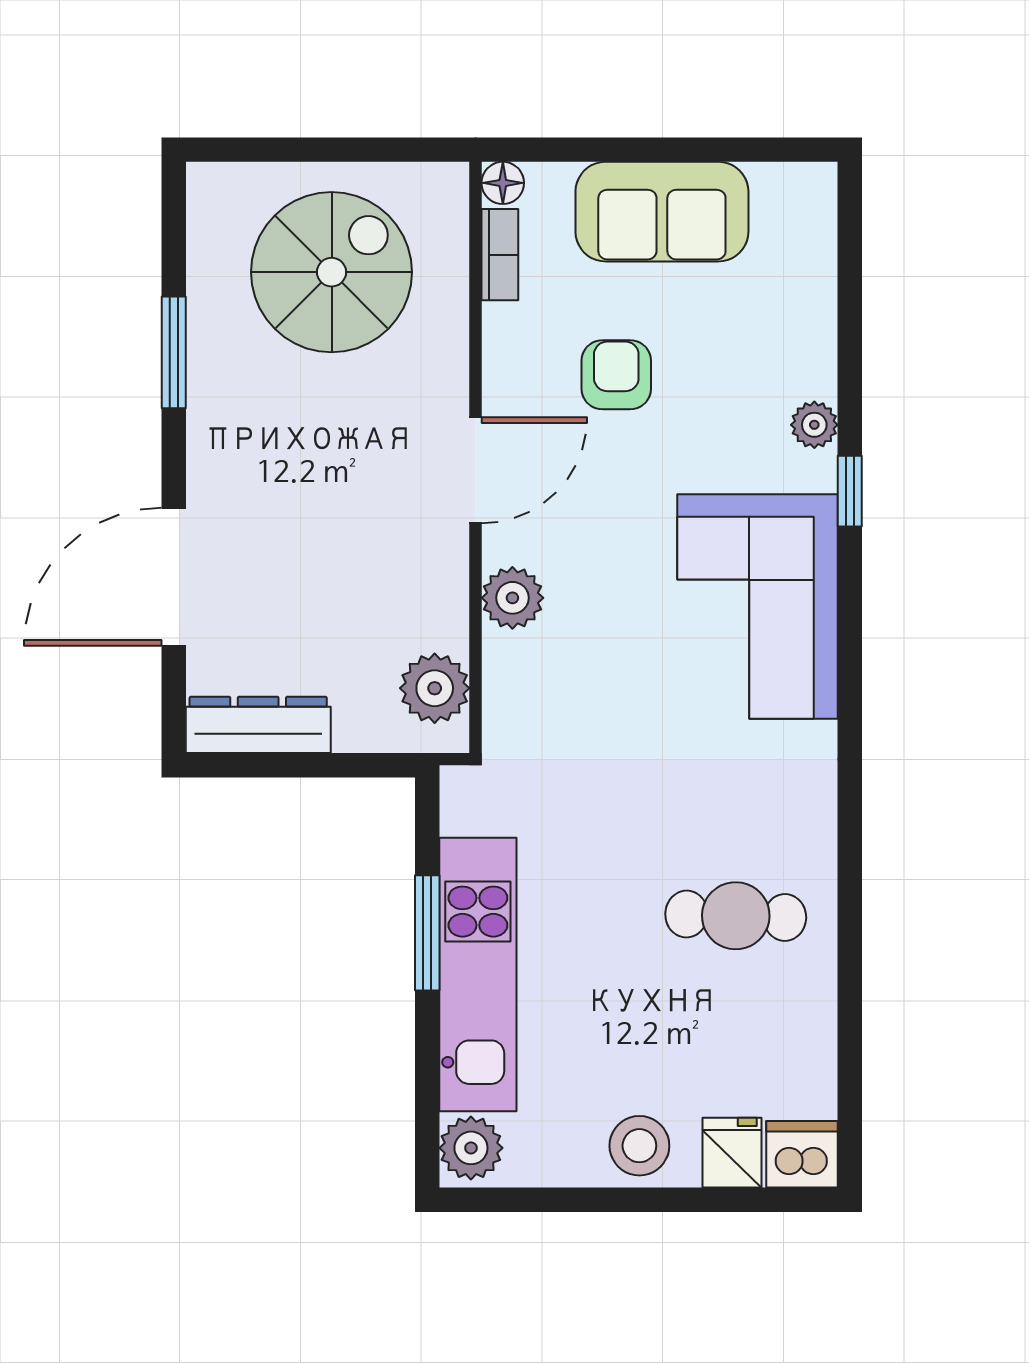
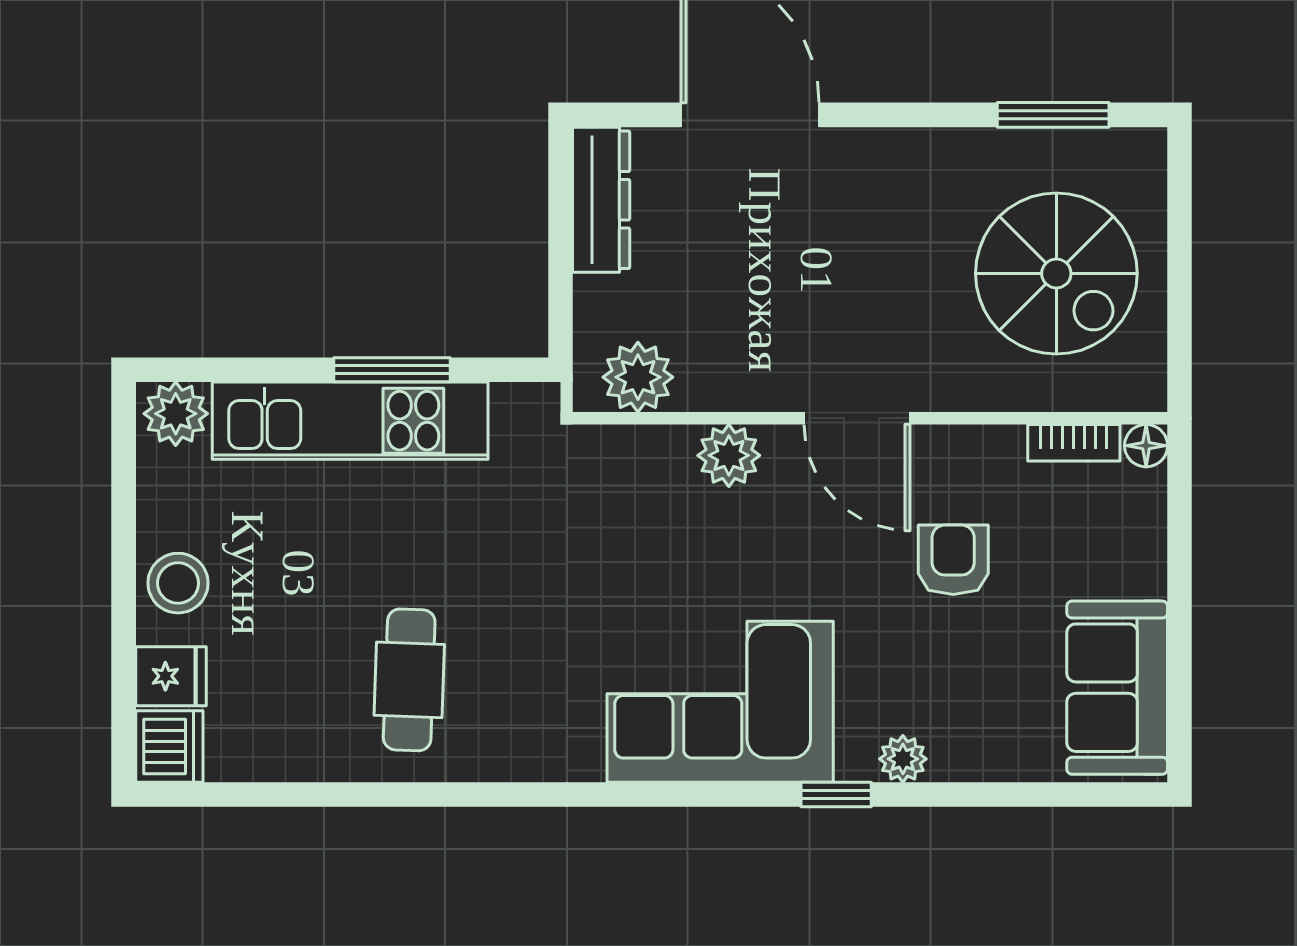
sofa: (662, 212) -> (1117, 688), moved
window: (174, 352) -> (1053, 115), moved
armchair: (616, 375) -> (953, 560), turned -90

